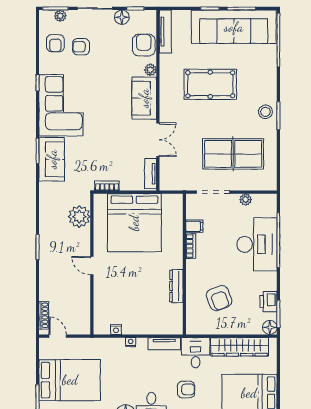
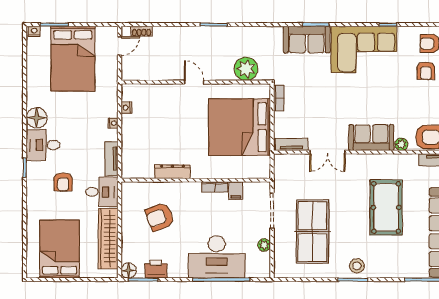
armchair: (81, 47) -> (426, 71), turned 180
door: (92, 266) -> (194, 82), hinge flipped
shoe rack: (44, 315) -> (142, 31), width x0.70

